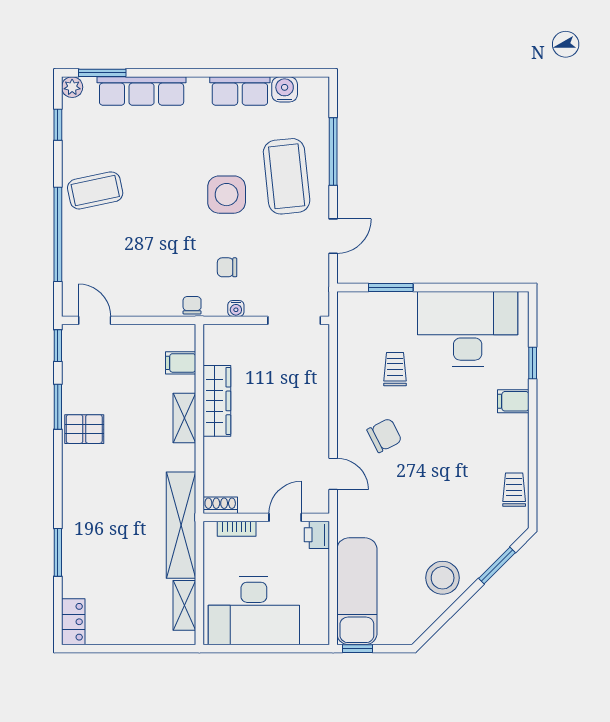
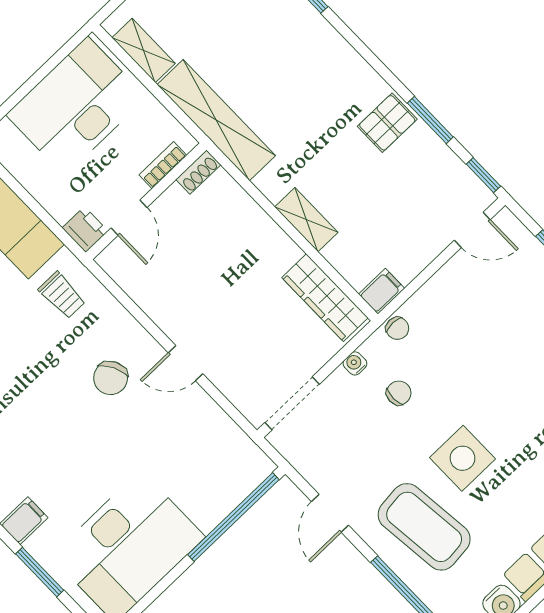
window: (391, 288) -> (233, 517), width x2.11
filing cabinet: (181, 363) -> (382, 291), moved
window: (533, 363) -> (40, 572), width x1.50
trolley: (395, 369) -> (62, 295), moved
wardrobe: (217, 401) -> (325, 298), moved
door: (333, 474) -> (186, 363), moved

